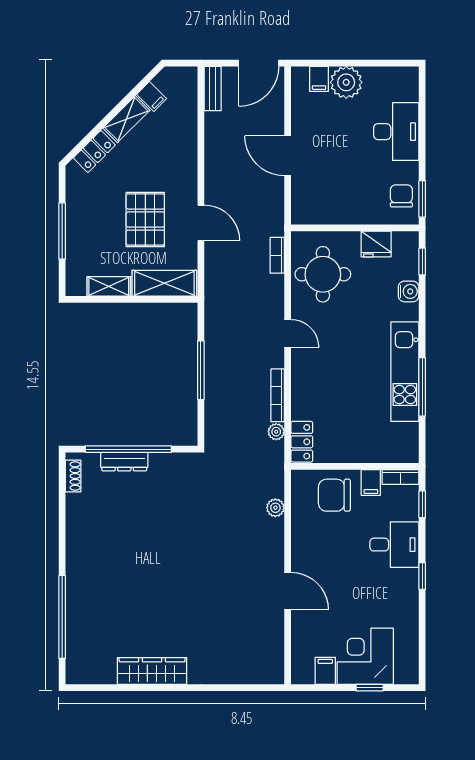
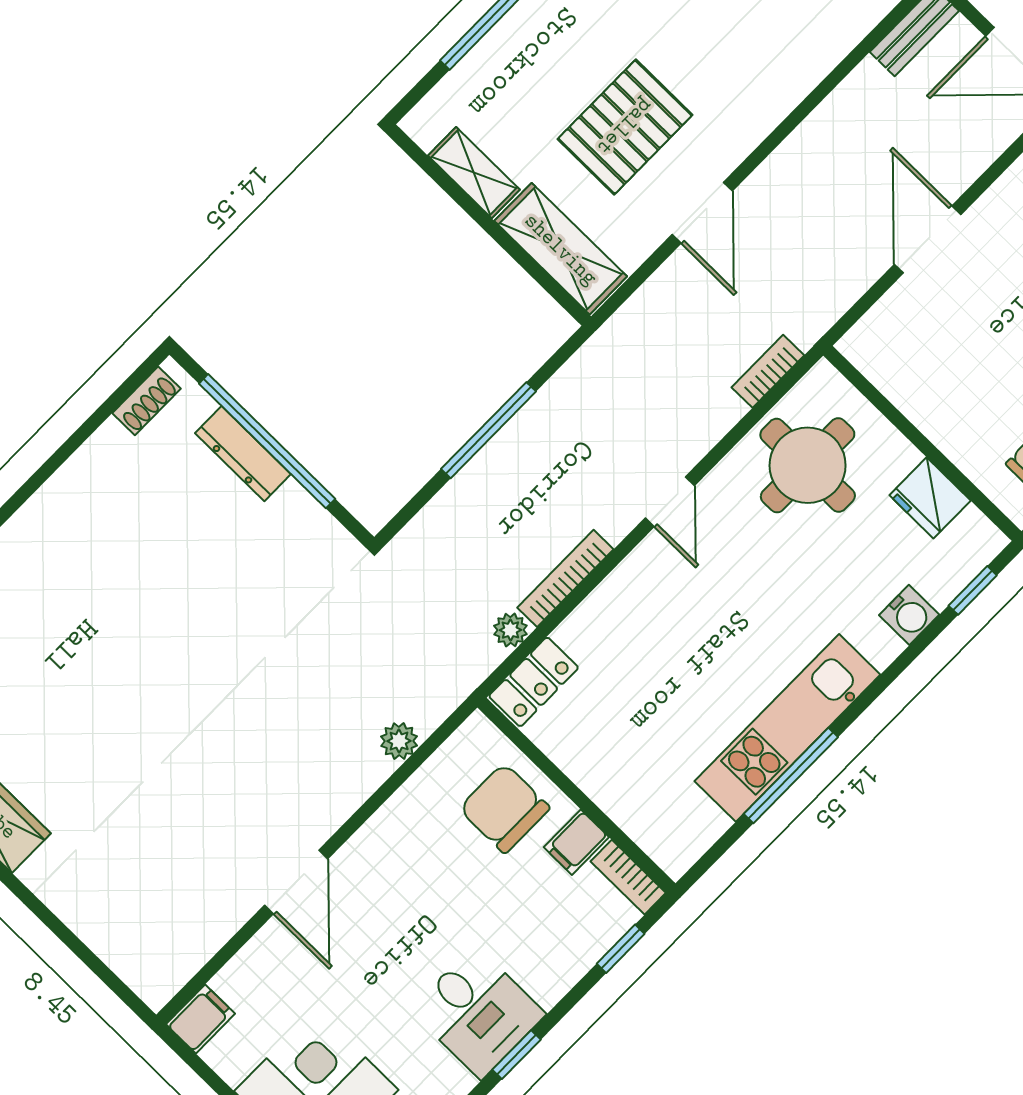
desk: (394, 545) -> (478, 1012), moved
filing cabinet: (325, 671) -> (200, 1019), moved

